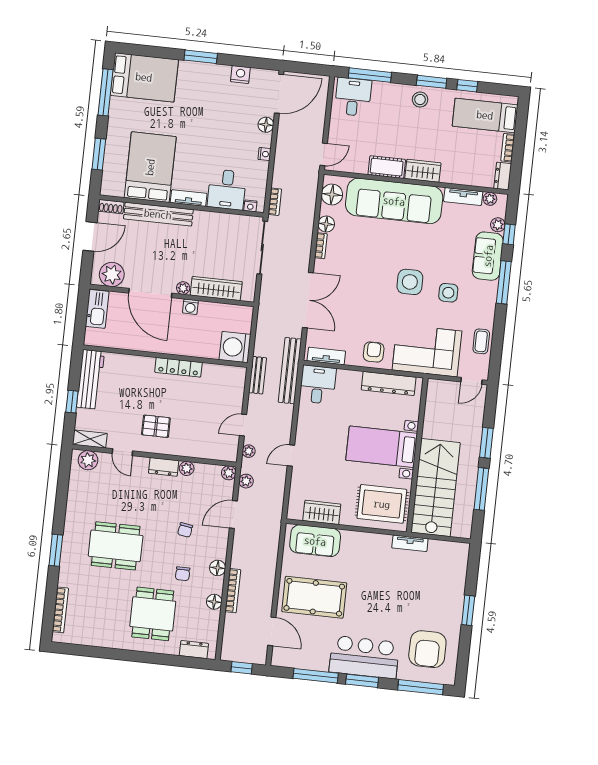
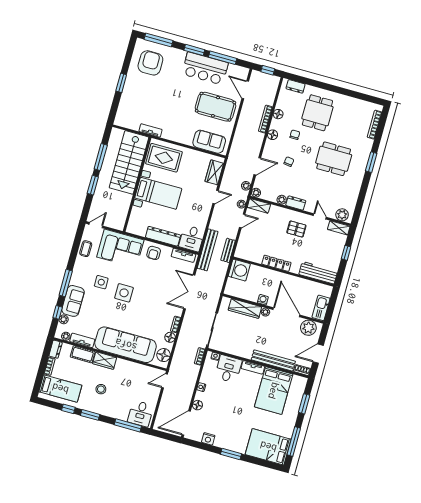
stool: (420, 100) -> (101, 389), moved
cot: (387, 167) -> (83, 354), moved
workbench: (91, 379) -> (318, 273), moved, turned 90
dresser: (389, 383) -> (163, 236), moved
shelving: (221, 453) -> (259, 206), added
wardrobe: (322, 512) -> (214, 172), moved, turned 90
bar counter: (364, 657) -> (205, 68), moved

